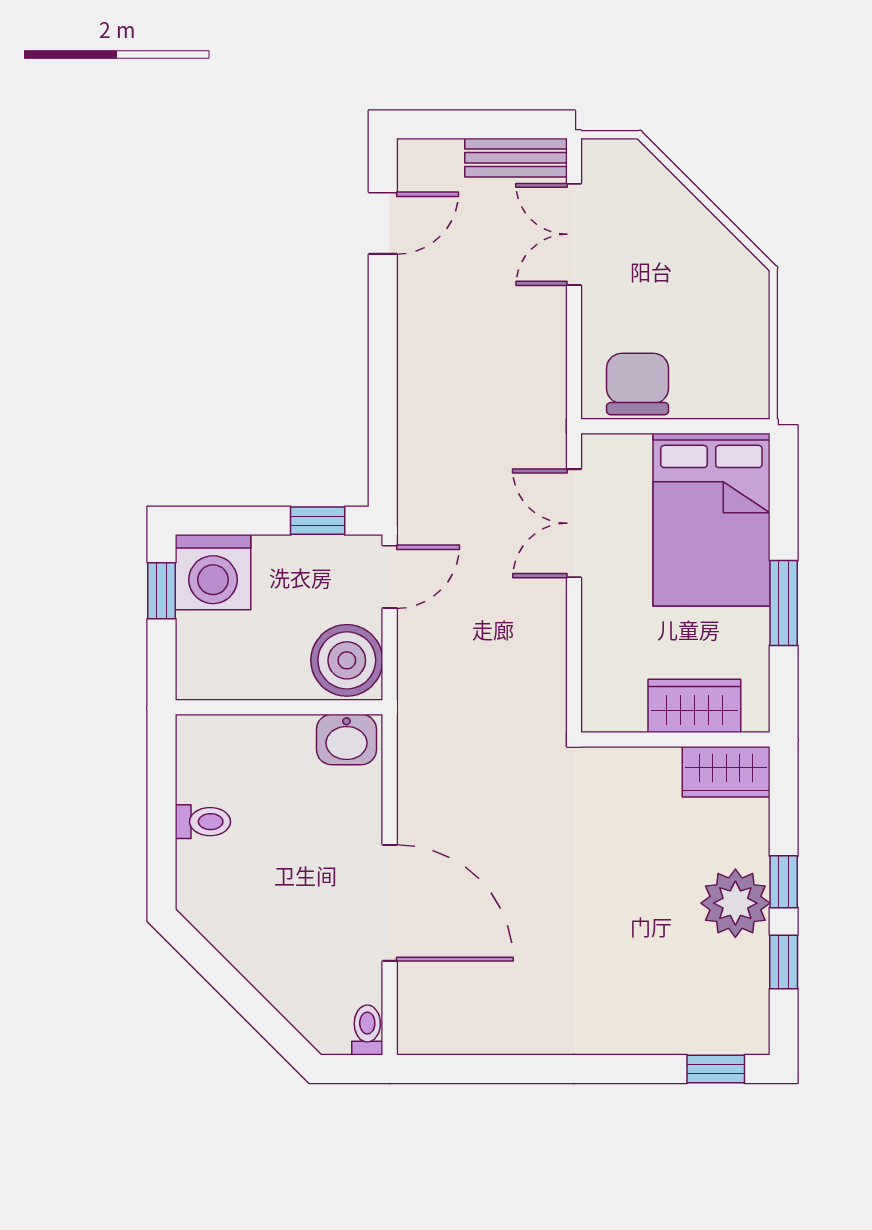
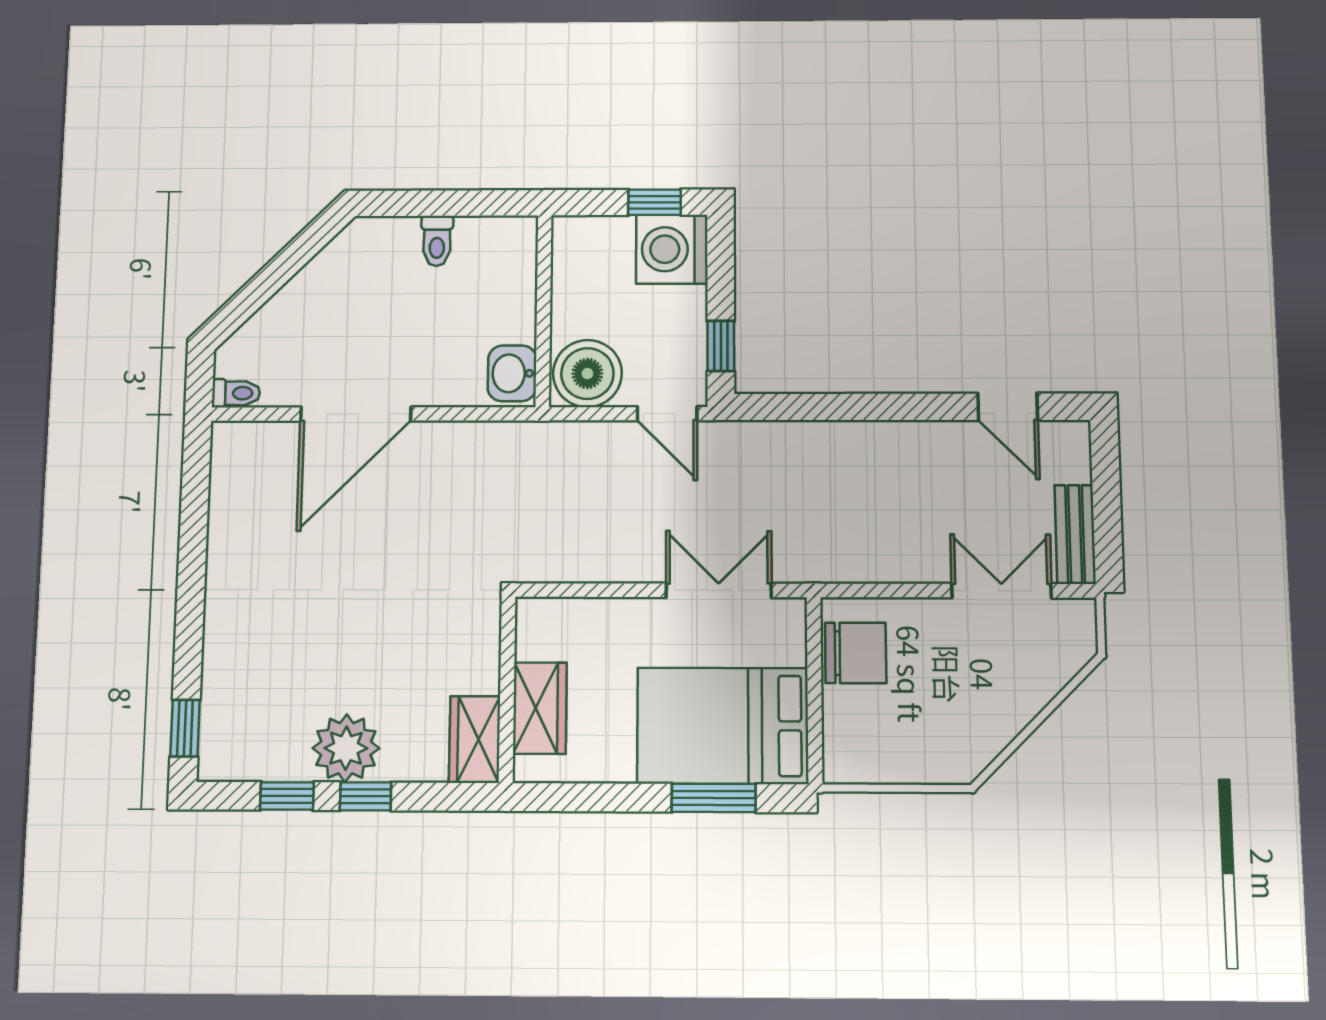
window: (784, 603) -> (714, 798), moved

